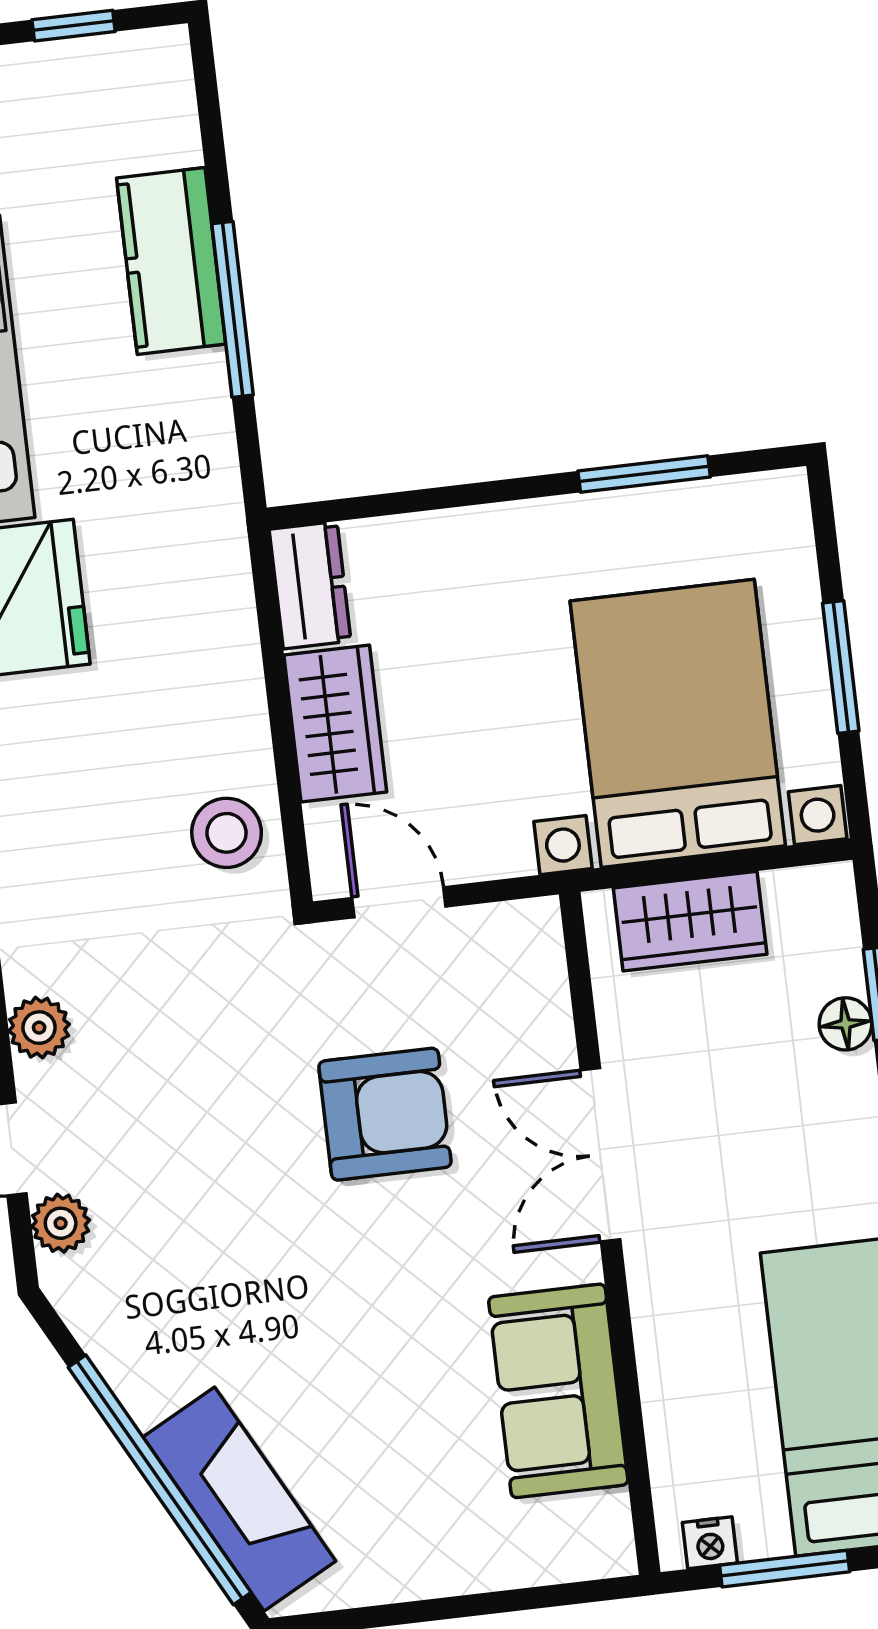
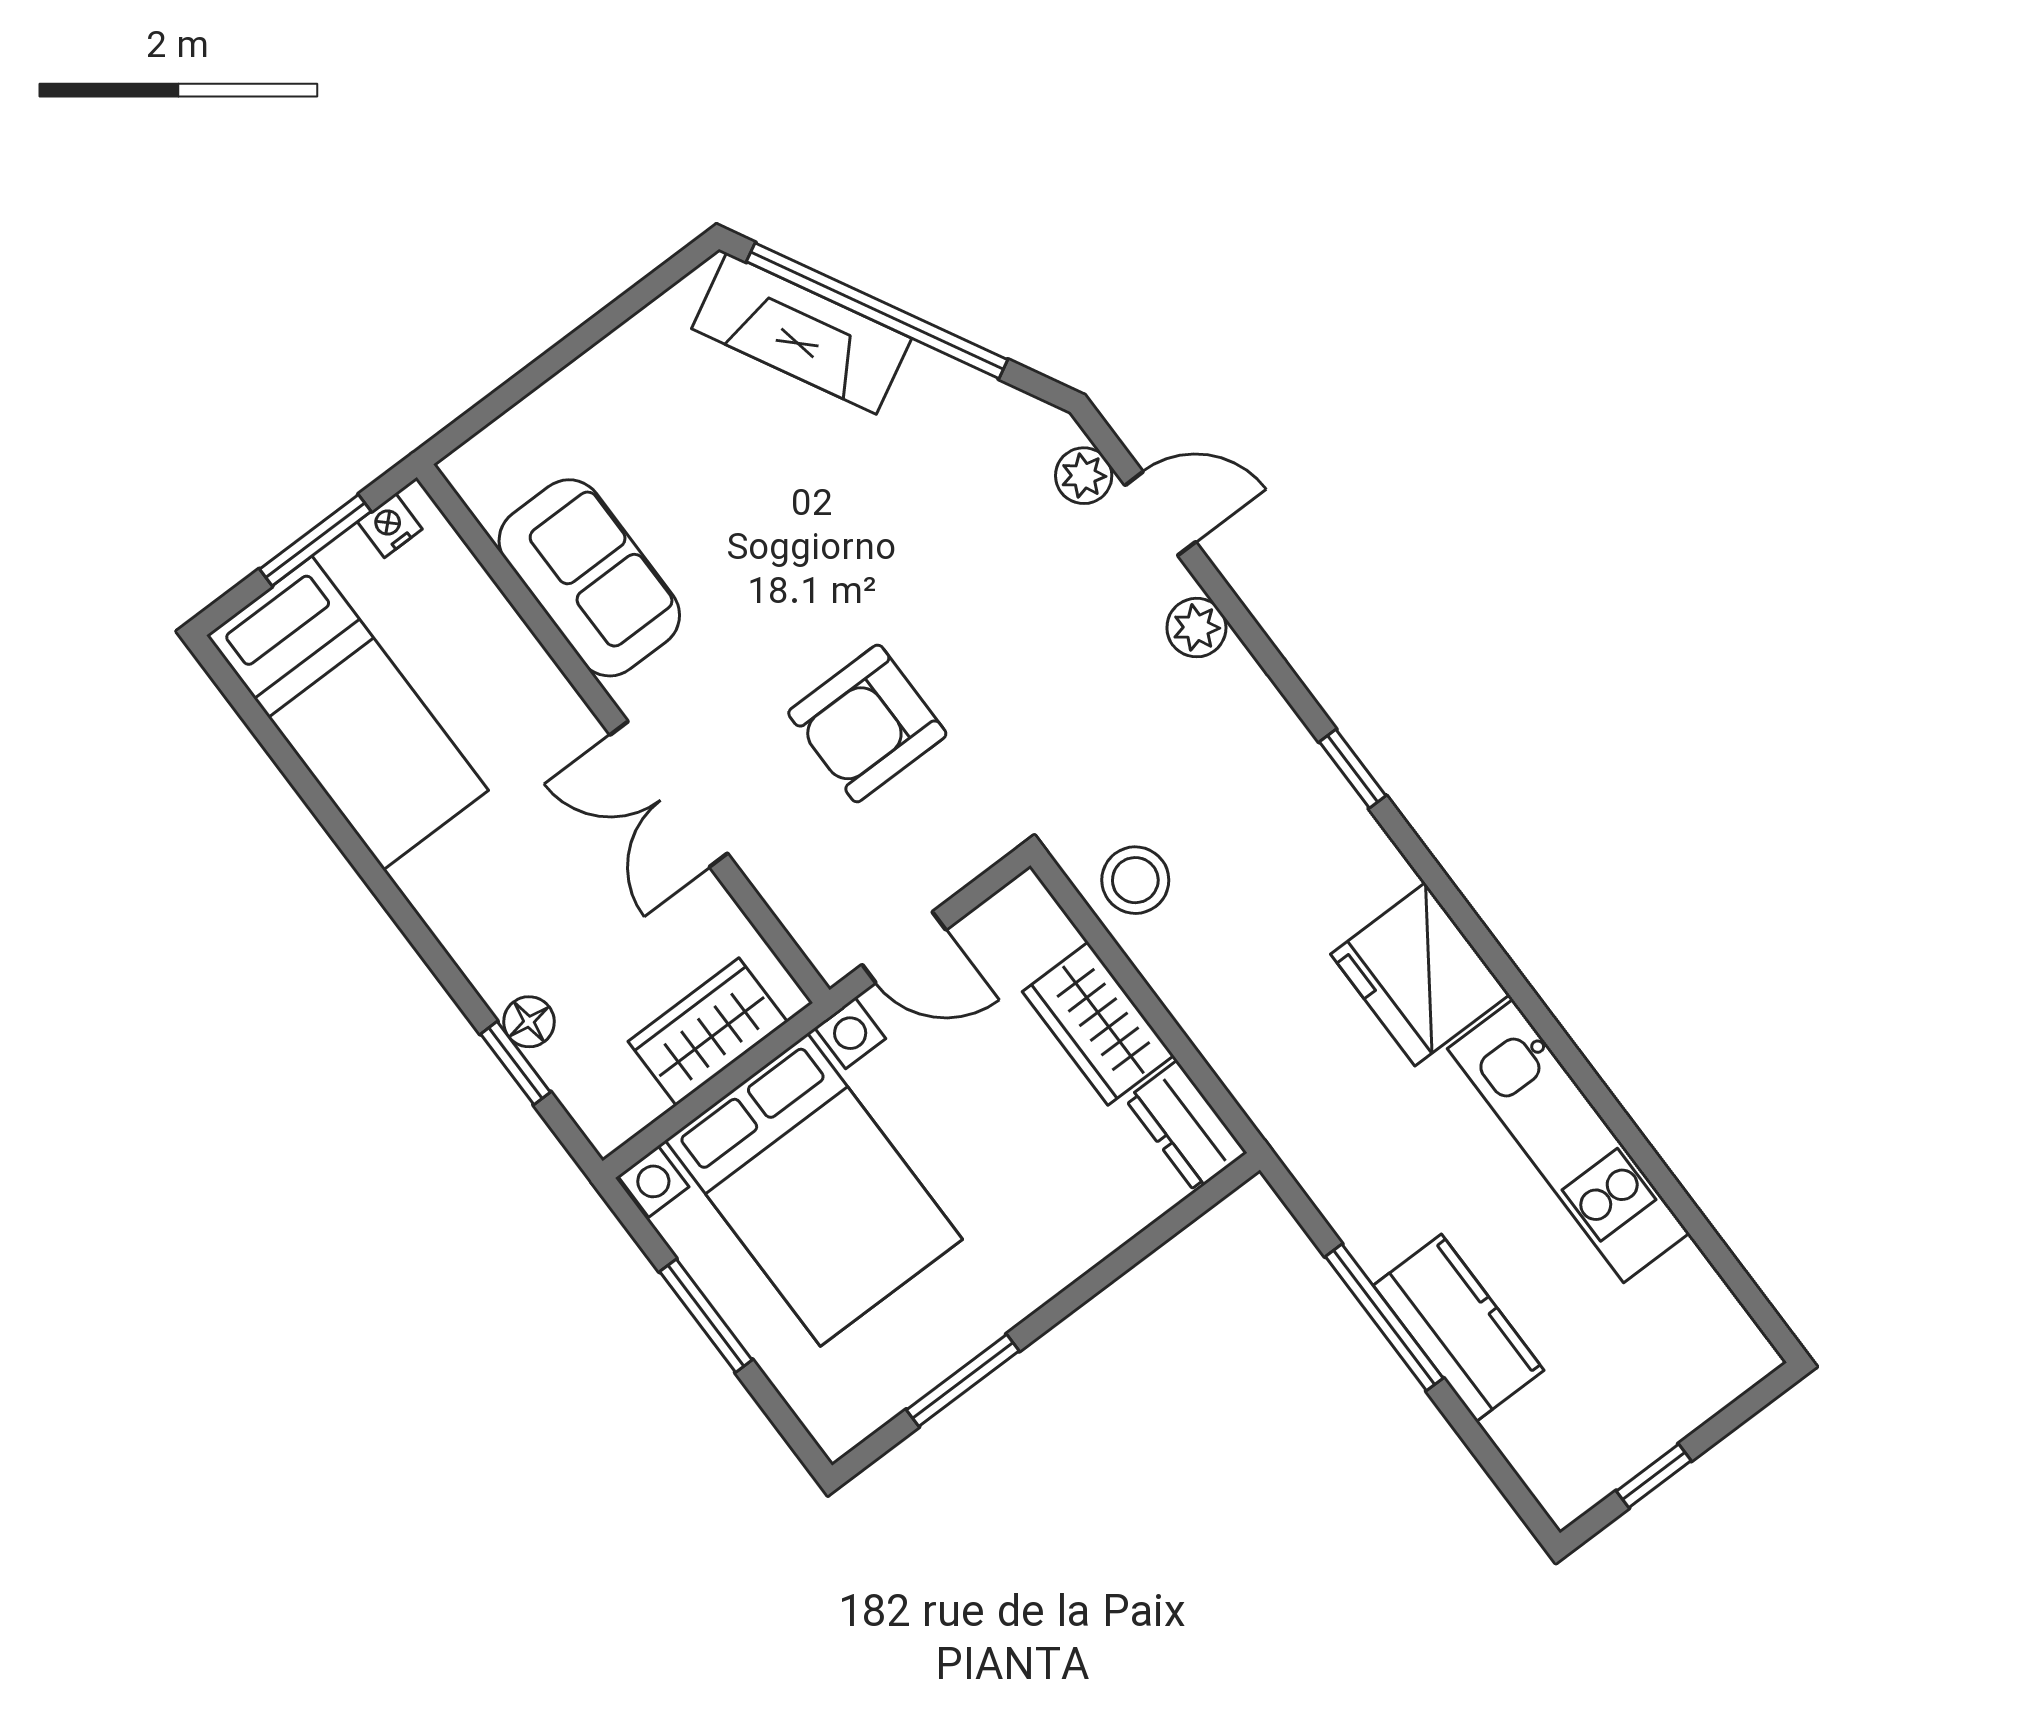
door: (399, 902) -> (904, 947), moved
double door: (600, 1155) -> (669, 794), swing flipped

